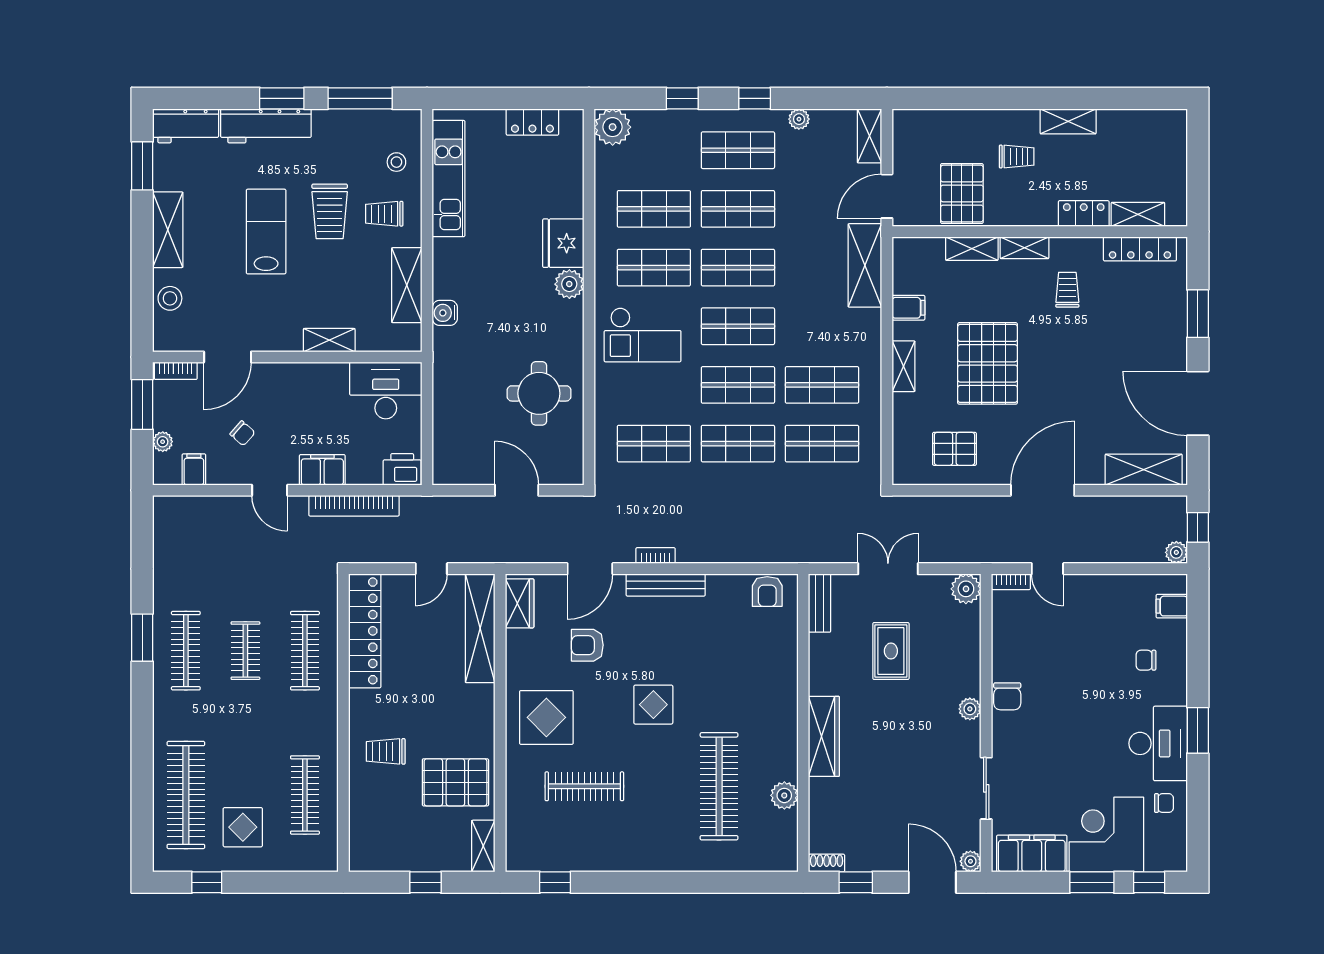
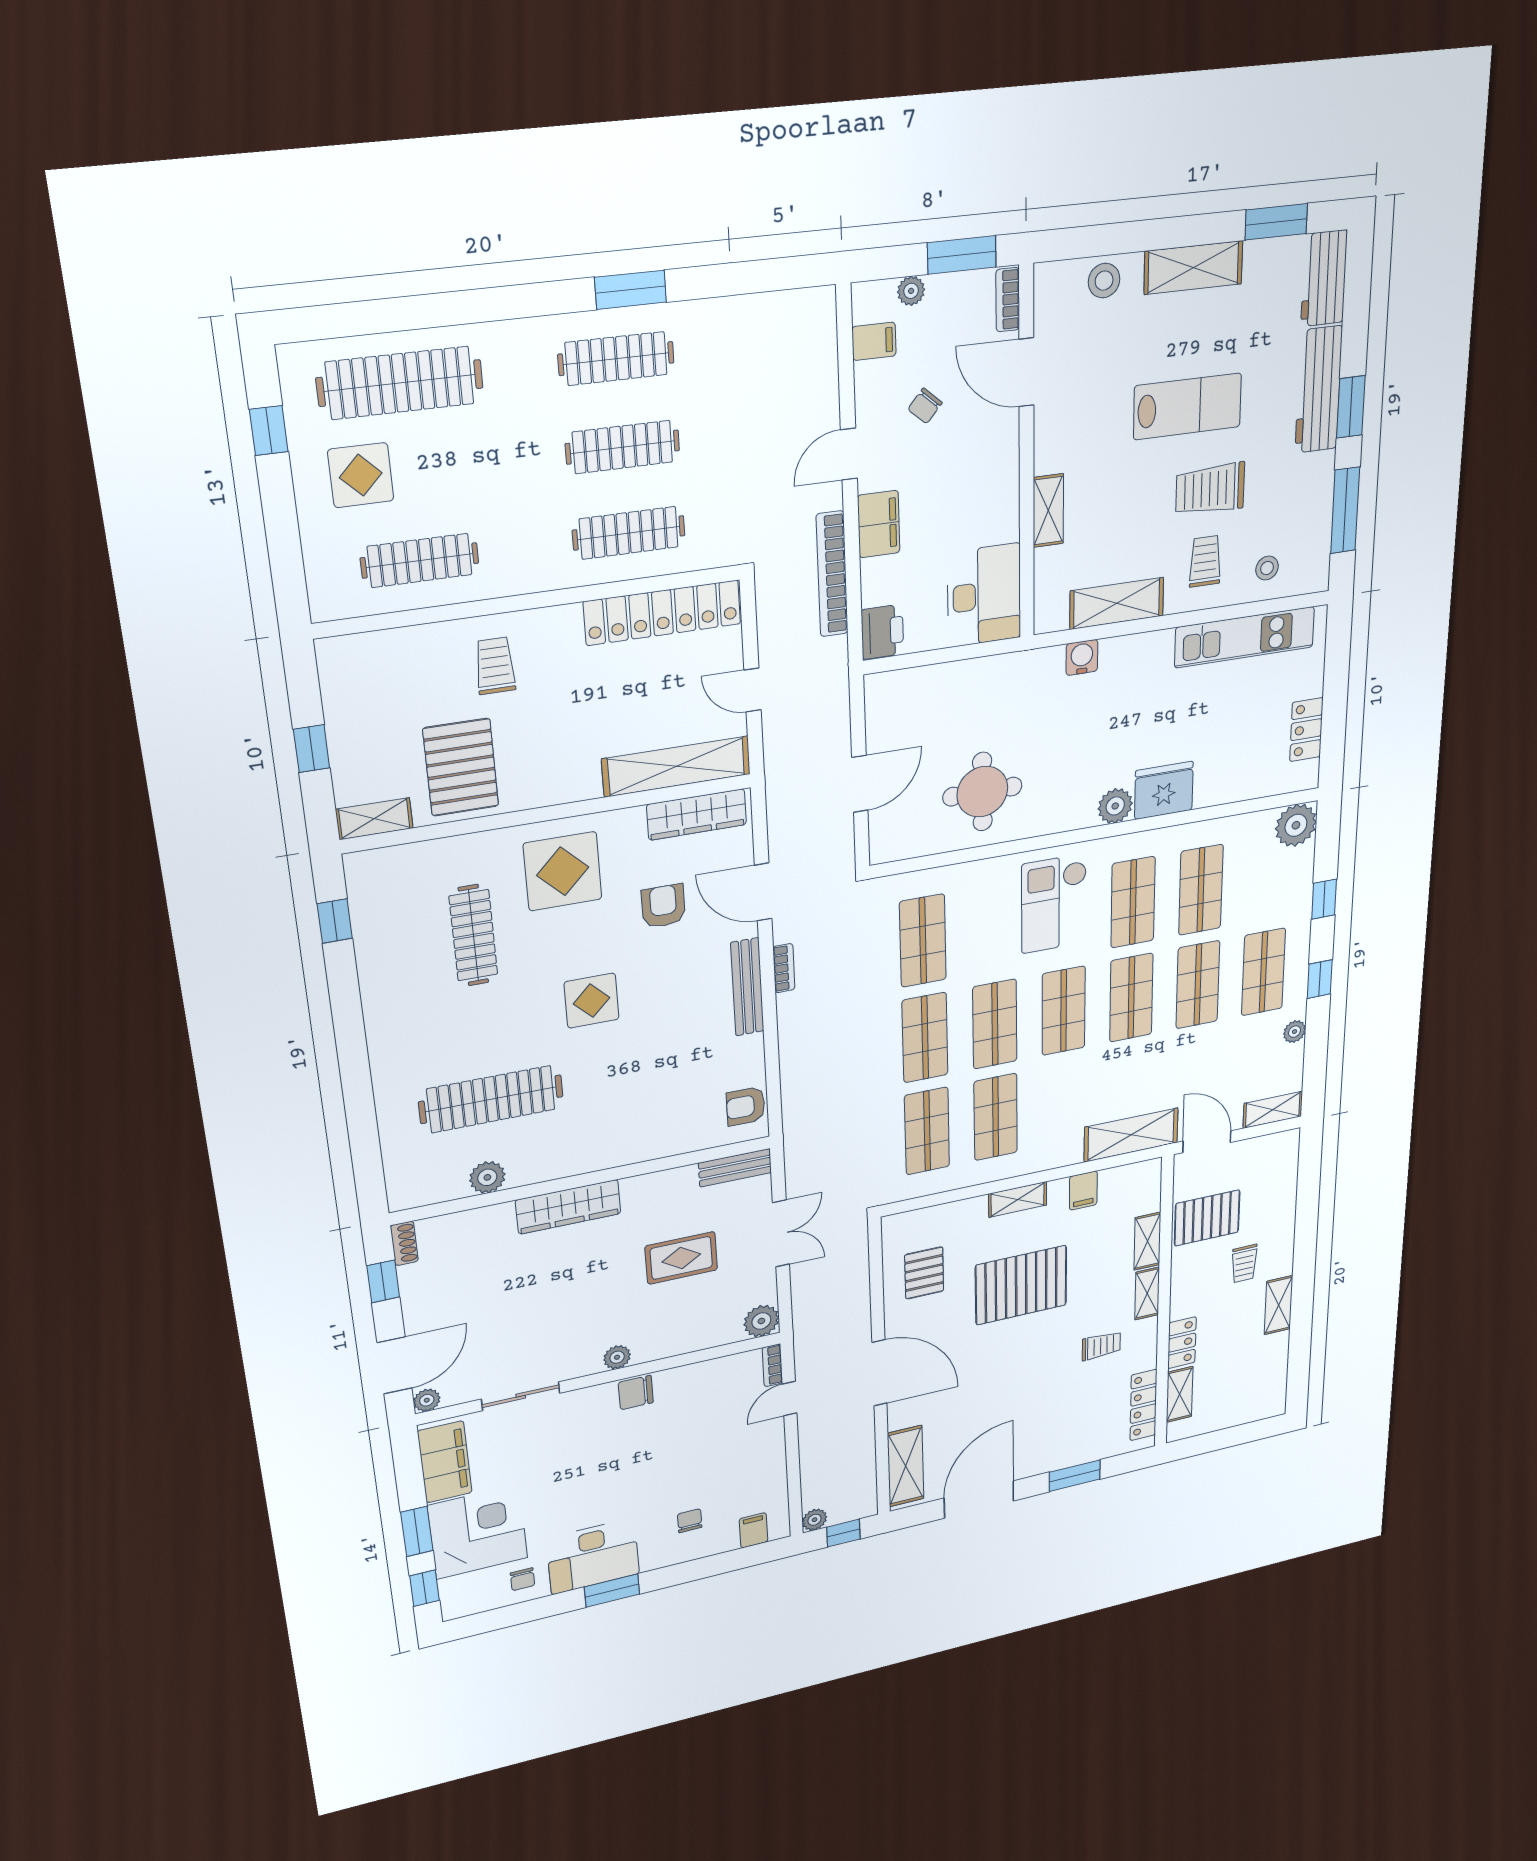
wardrobe: (520, 603) -> (697, 814), width x1.50
clothes rail: (245, 651) -> (623, 447), width x1.36

